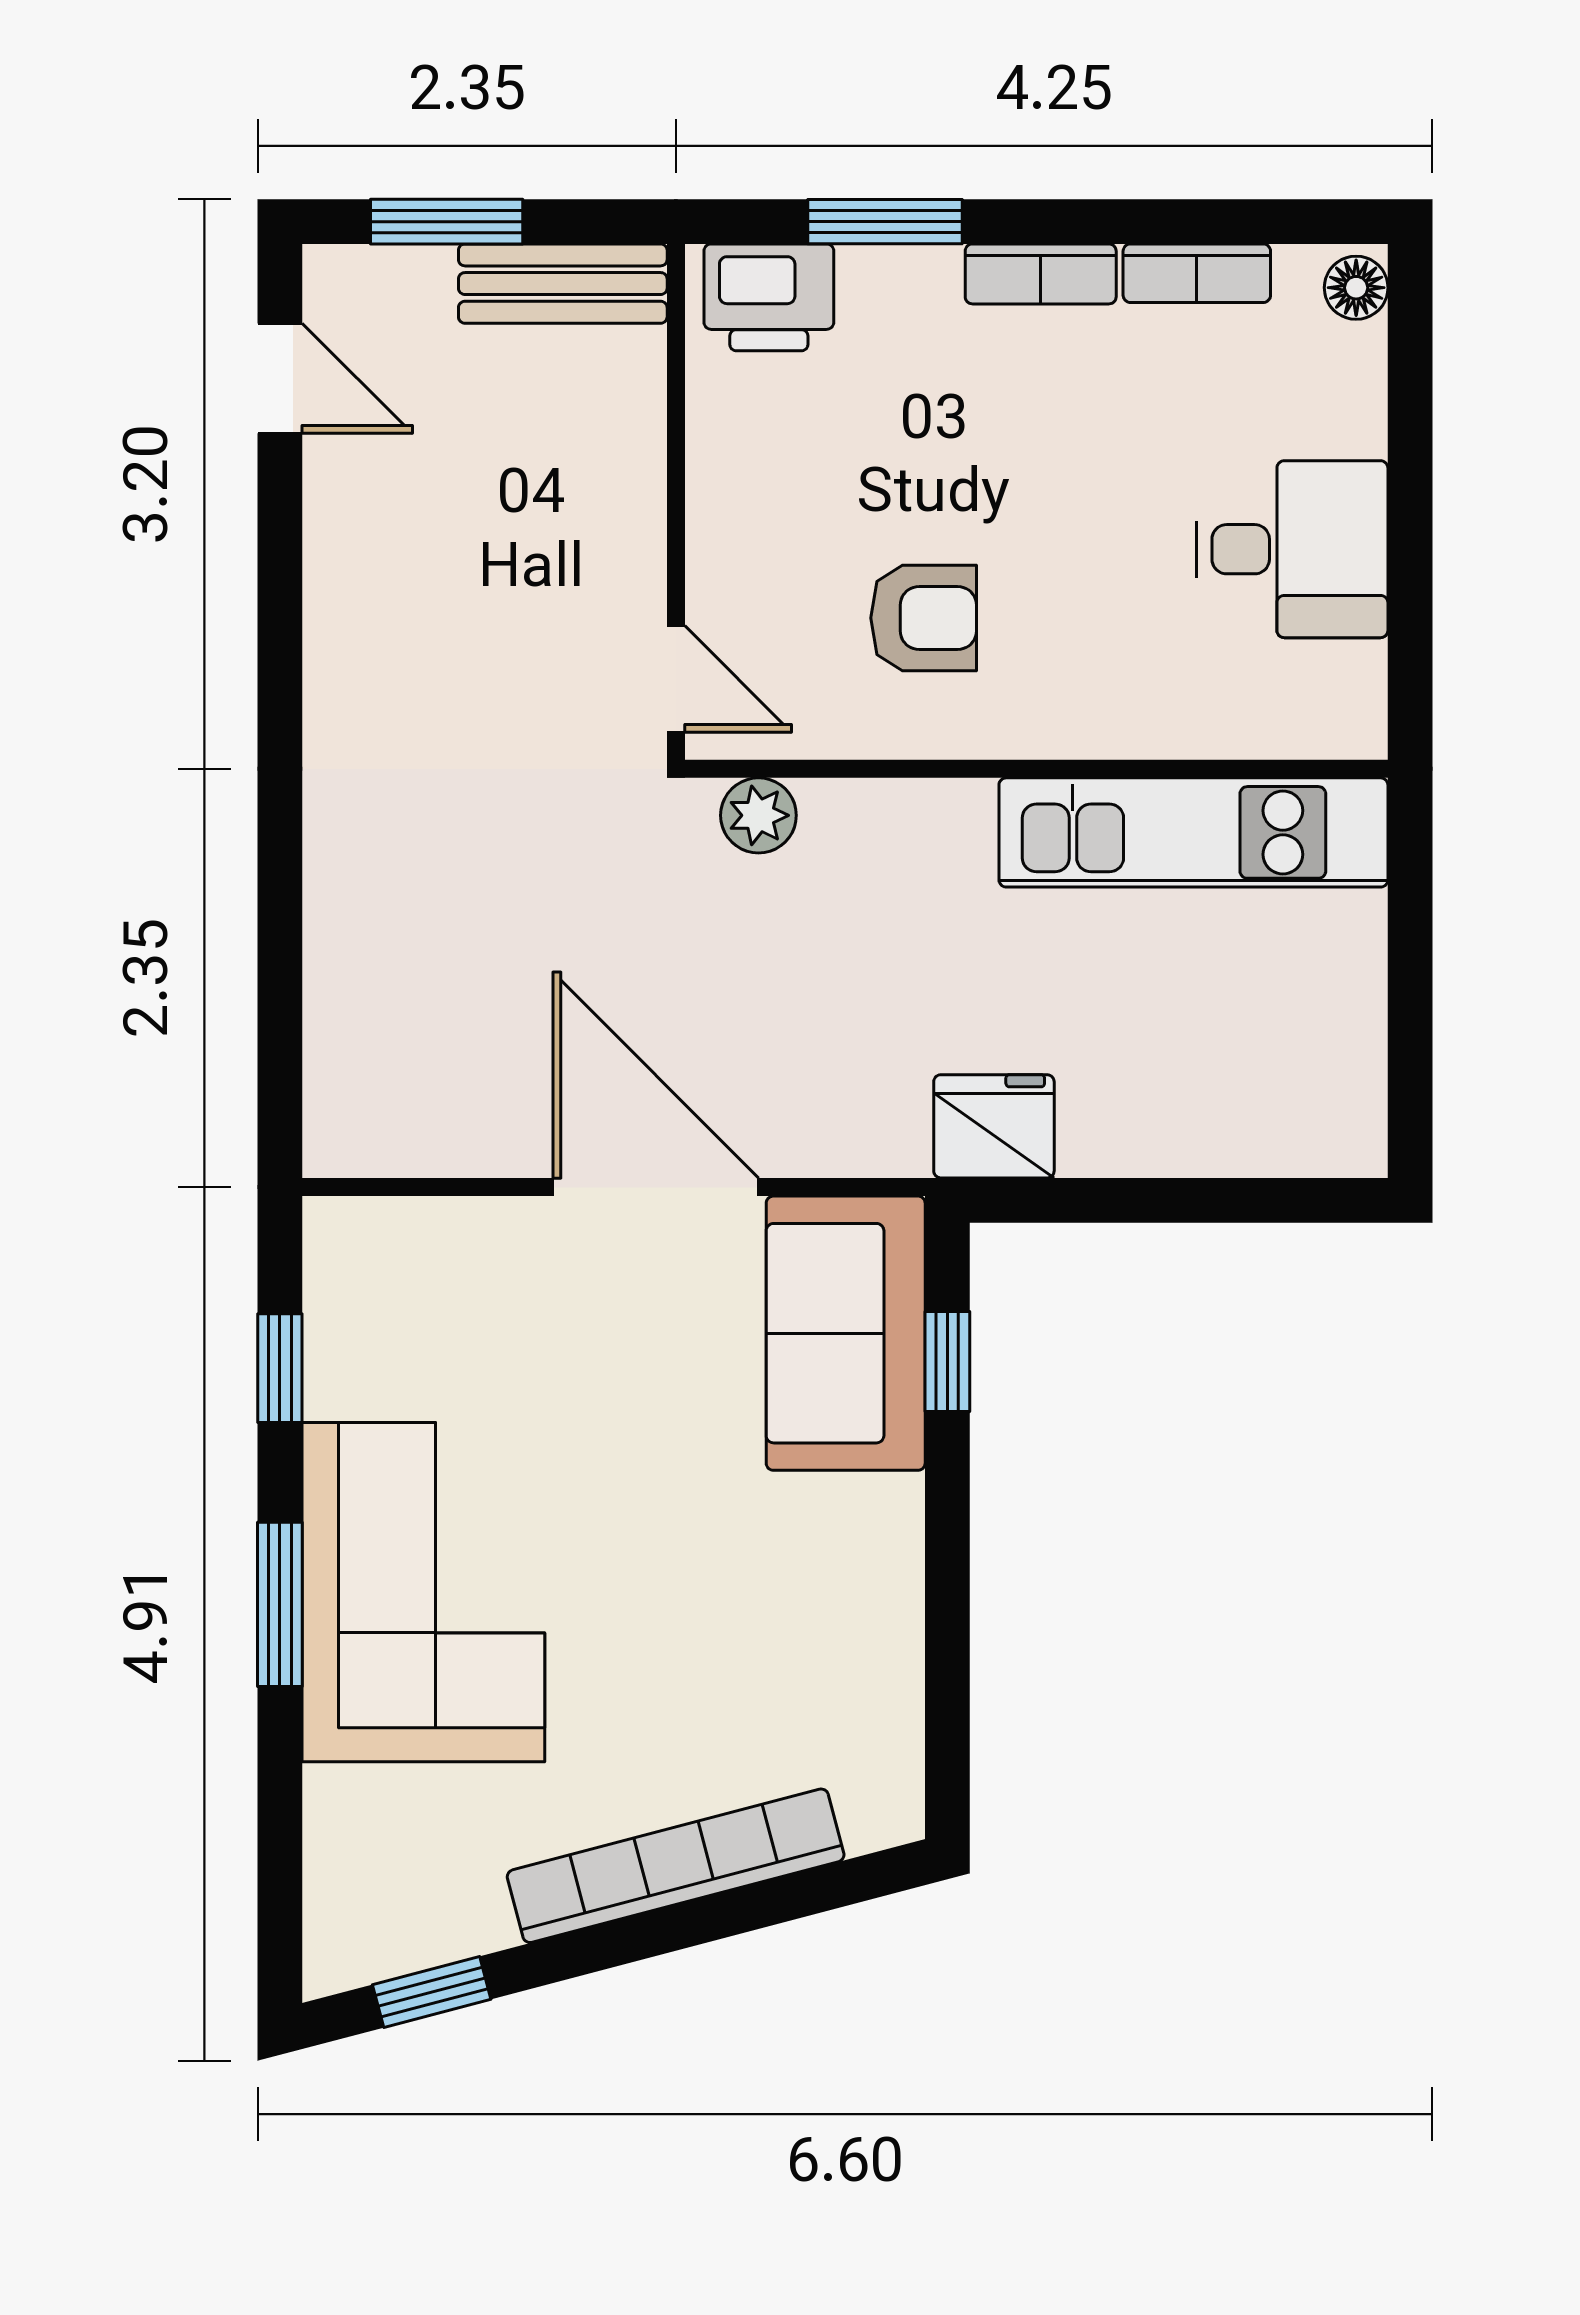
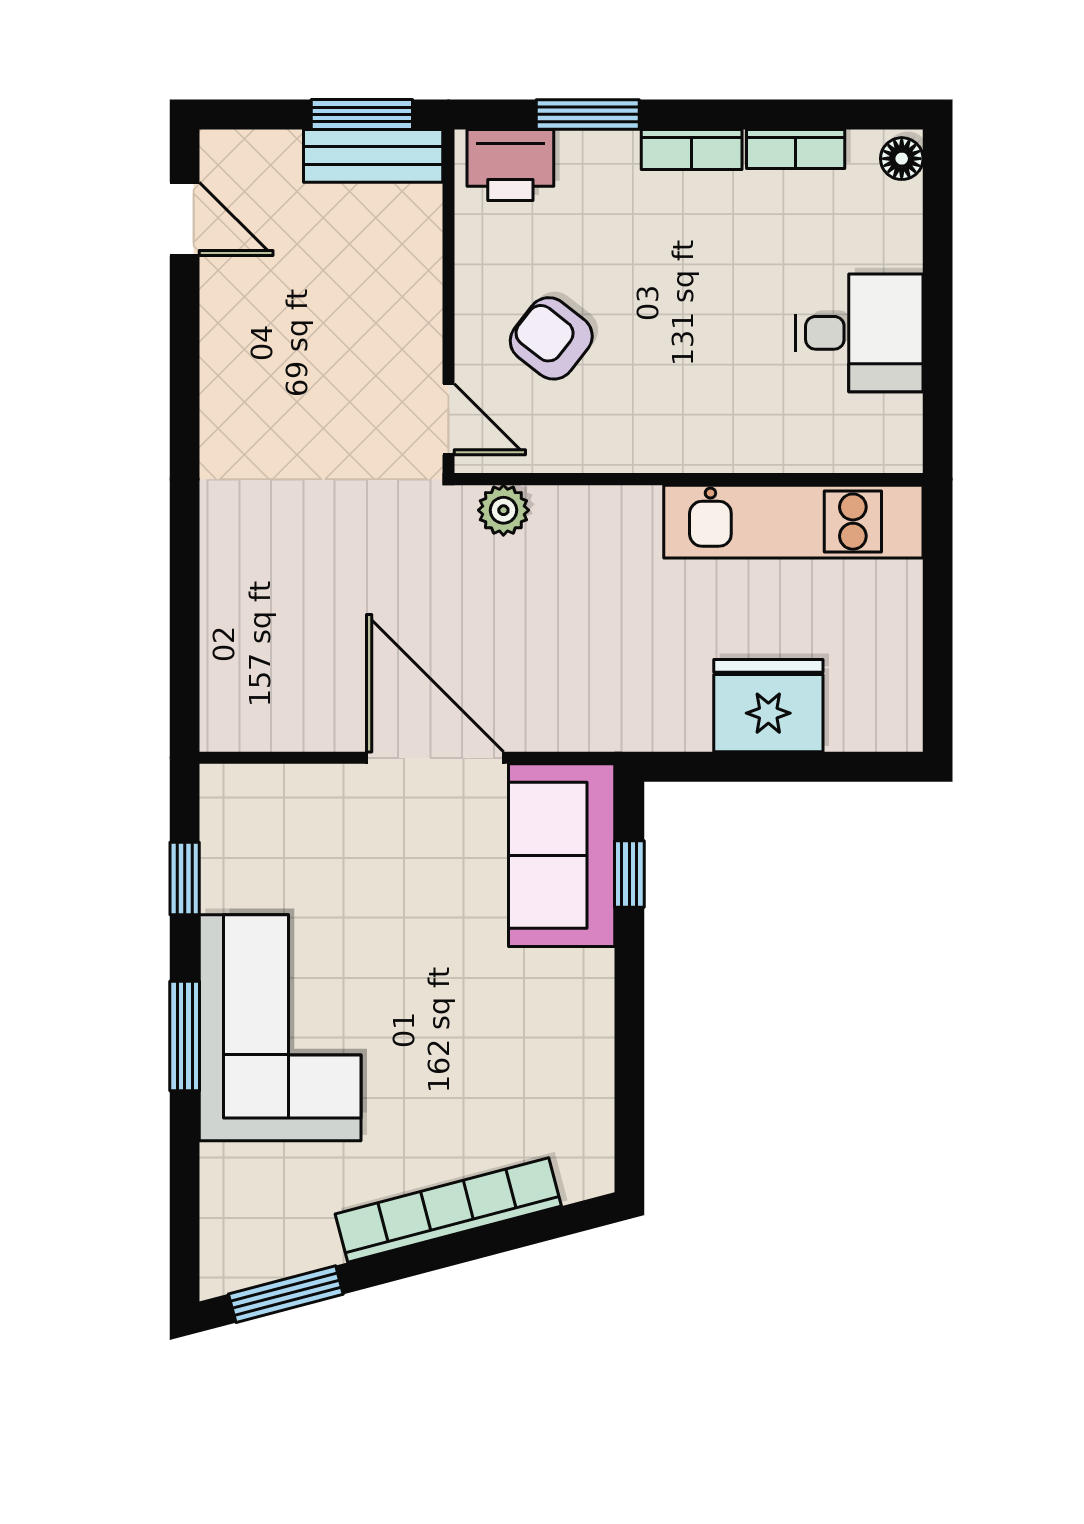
window: (447, 222) -> (362, 114), moved
armchair: (924, 618) -> (551, 338), moved, turned -142
fridge: (994, 1126) -> (768, 706), moved, width x1.36, depth x1.34
window: (432, 1992) -> (286, 1294), width x1.50

